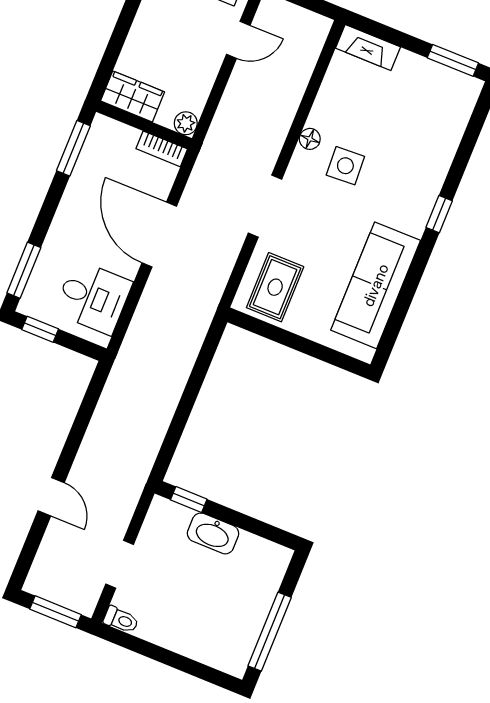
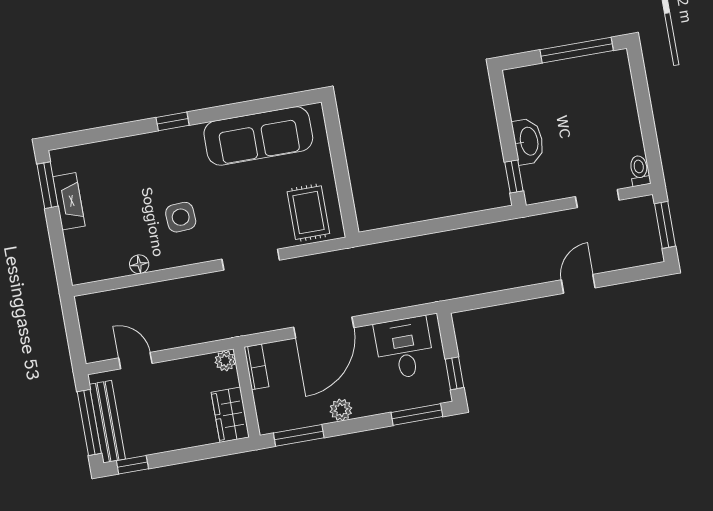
fireplace: (368, 48) -> (69, 201), moved
floor lamp: (310, 139) -> (139, 264), moved
plant: (73, 202) -> (341, 410), added
rug: (275, 287) -> (308, 213), turned 90

